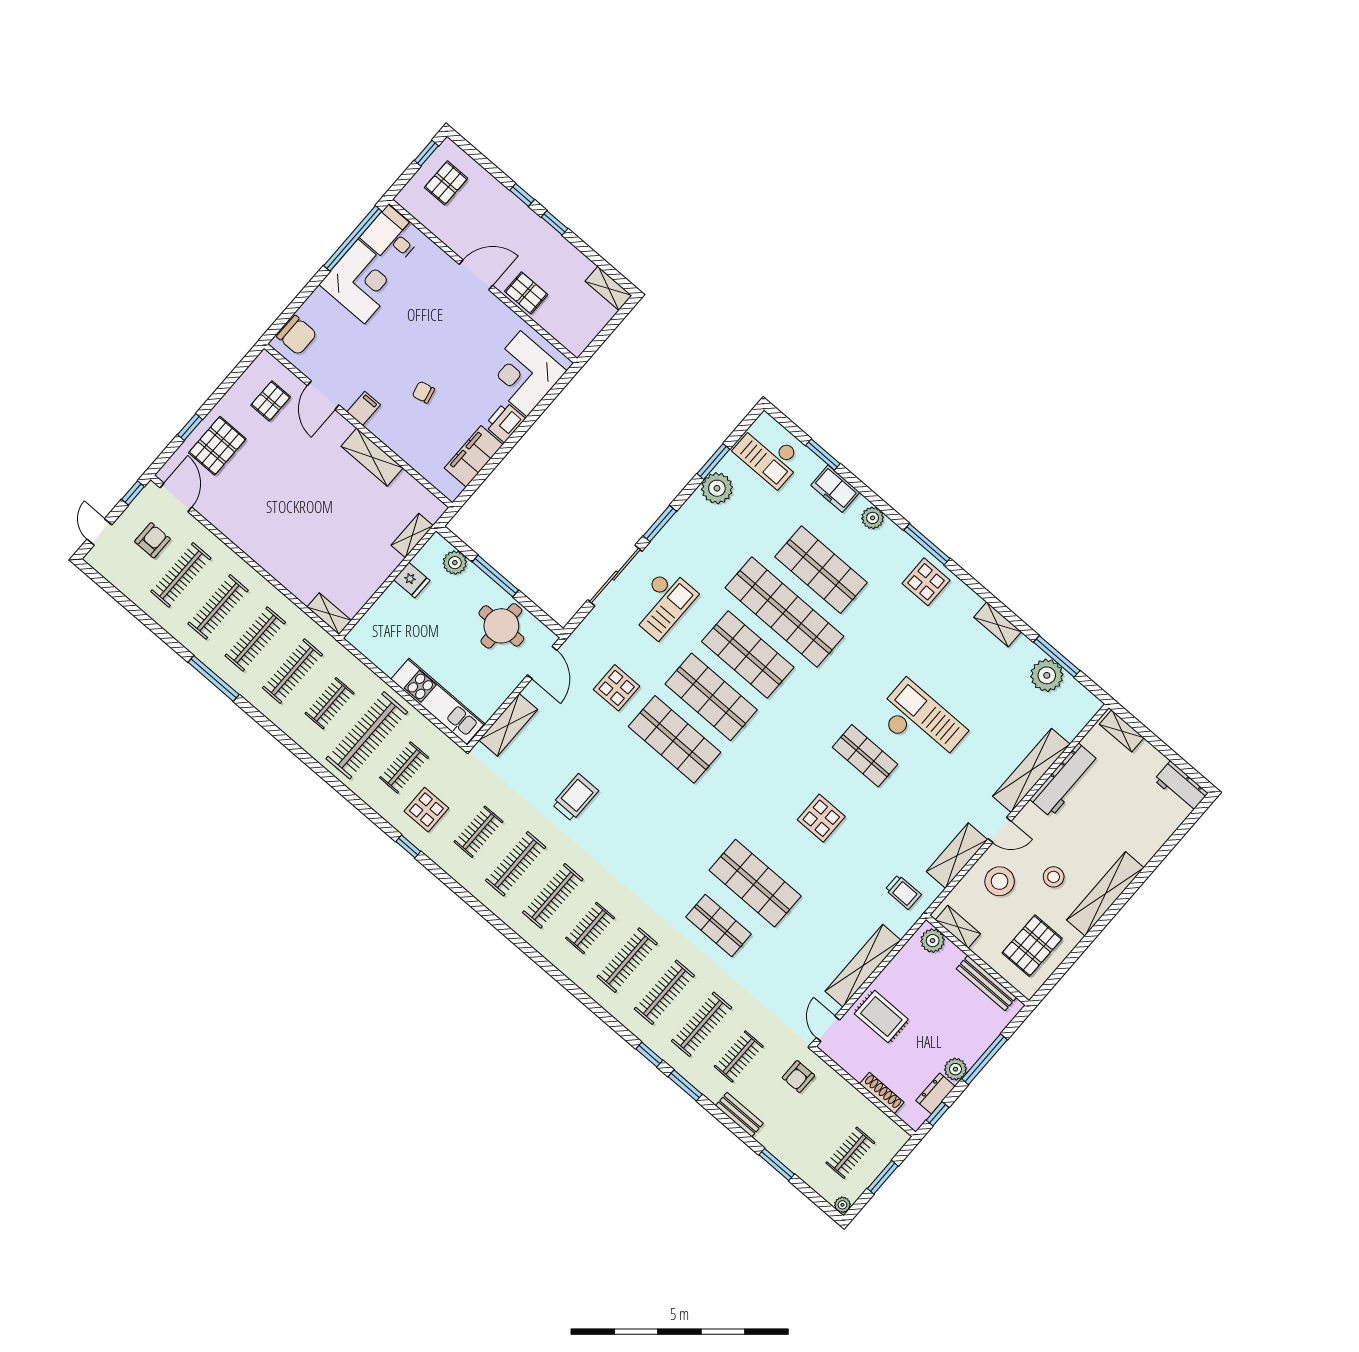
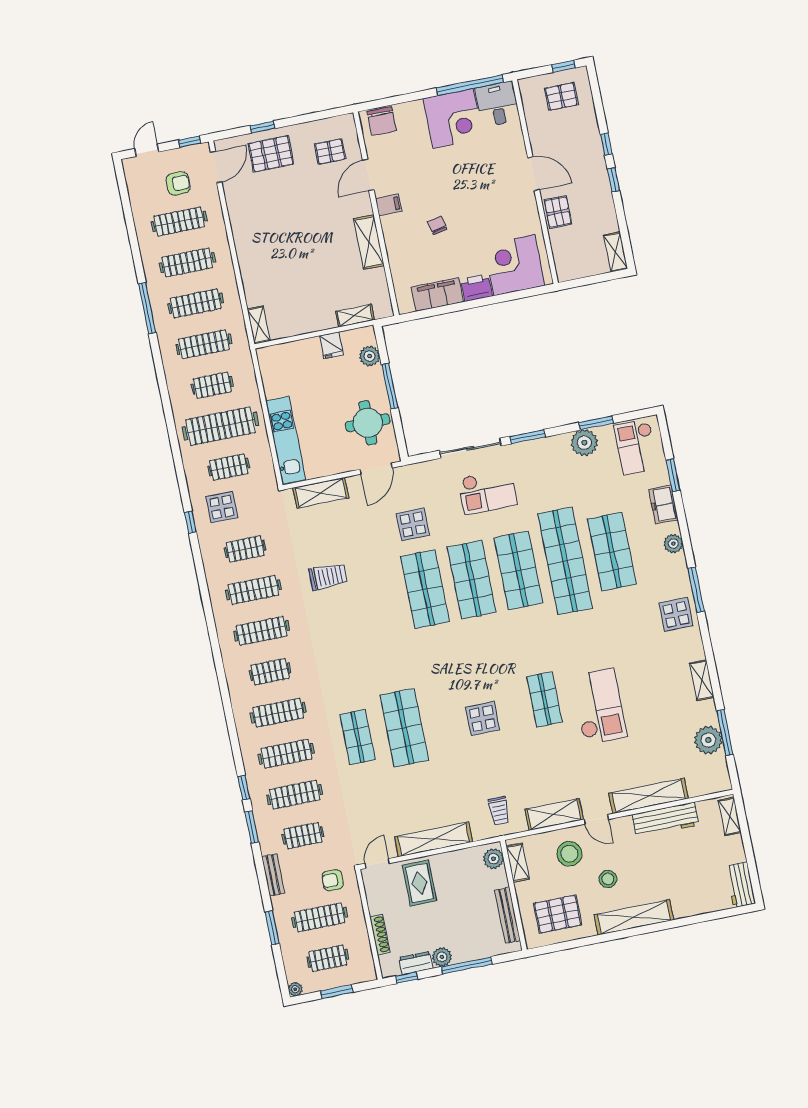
clothes rail: (813, 1121) -> (319, 917), added

